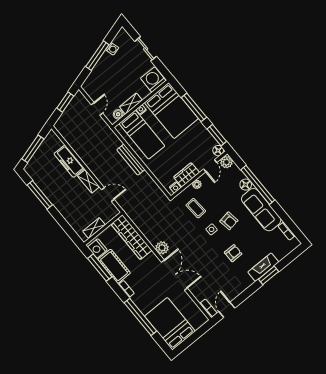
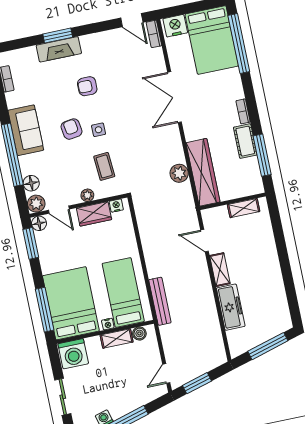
window: (194, 107) -> (45, 310), moved
door: (97, 109) -> (166, 373), moved
bench: (131, 160) -> (160, 301), moved
door: (210, 166) -> (59, 210), swing flipped
floor lamp: (246, 185) -> (31, 183), moved
window: (40, 195) -> (289, 284), removed
sofa: (261, 210) -> (26, 130), width x0.73
plant: (162, 248) -> (179, 173), moved
nightstand: (97, 249) -> (175, 26), moved, turned -90
cot: (114, 266) -> (245, 141), width x0.73, depth x0.75
door: (227, 310) -> (132, 20), hinge flipped
window: (140, 317) -> (239, 44), moved

